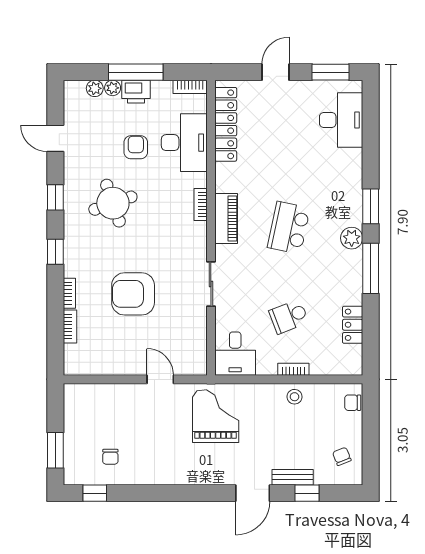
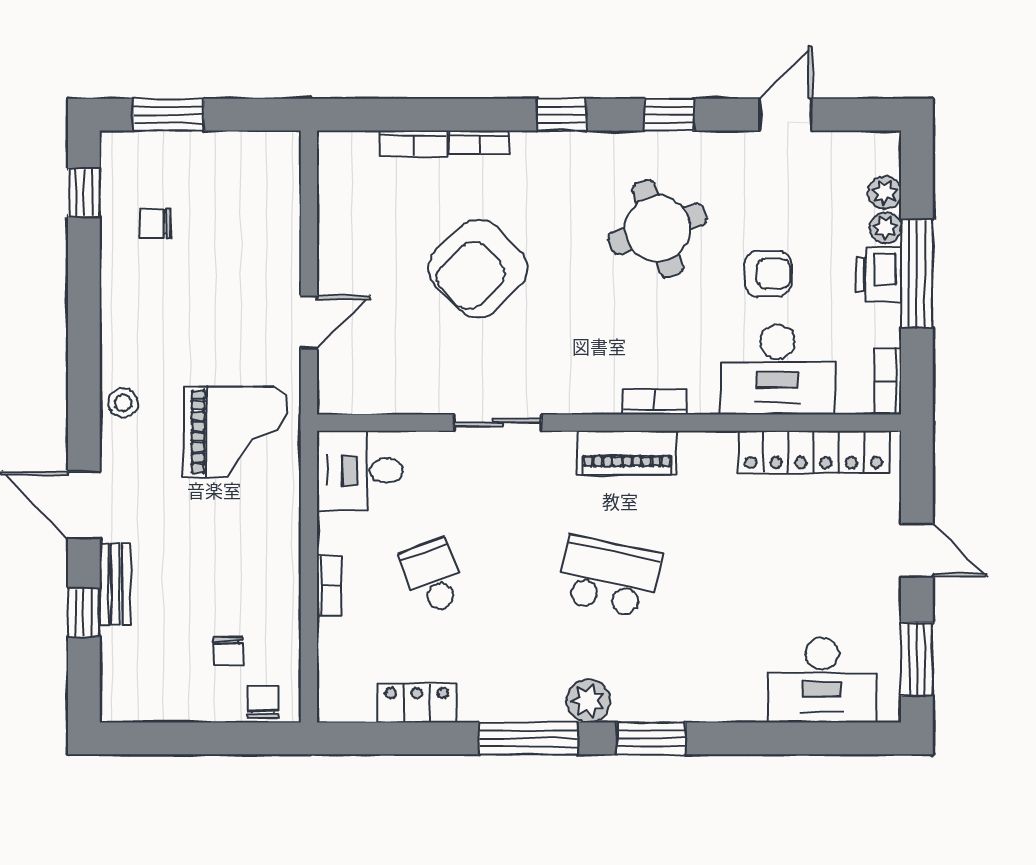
armchair: (133, 294) -> (478, 268), turned -134
stool: (295, 397) -> (123, 403), moved
chair: (342, 456) -> (228, 651), moved, turned 112

